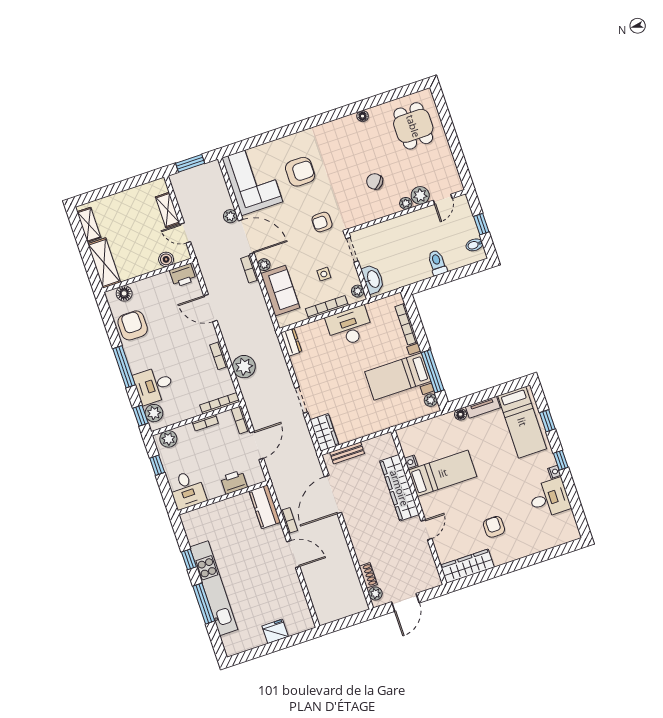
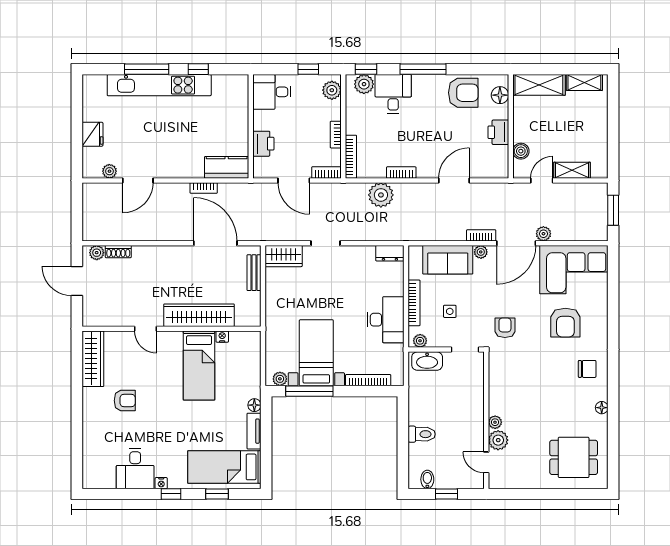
chair: (375, 181) -> (587, 369), moved, turned 48
printer: (183, 275) -> (498, 132), moved
door: (293, 554) -> (138, 180), moved
plant: (302, 606) -> (109, 171), added

